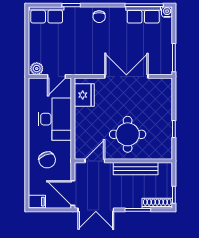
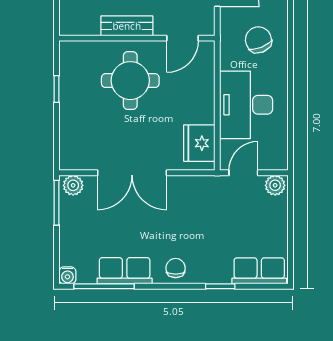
row of seats: (143, 15) -> (125, 271), moved
plant: (163, 69) -> (73, 185), added
bench: (136, 169) -> (127, 26), width x0.73

